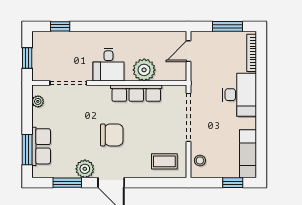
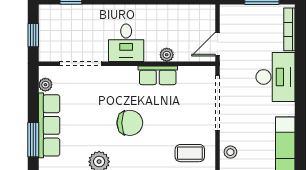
door: (189, 51) -> (217, 44), moved
plant: (144, 70) -> (167, 55), width x0.53, depth x0.53
row of seats: (136, 93) -> (158, 75), width x0.68
row of seats: (41, 146) -> (49, 125), width x1.48

